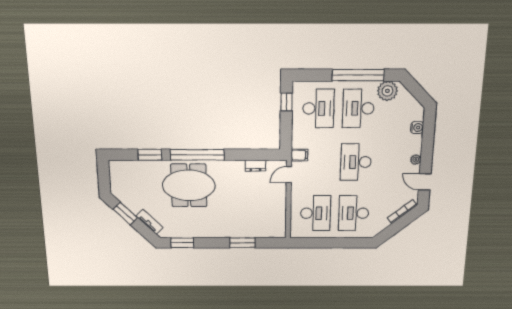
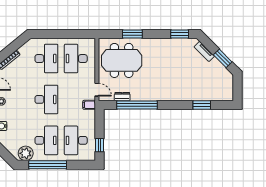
window: (197, 155) -> (137, 105), moved
door: (289, 175) -> (97, 90), hinge flipped
meeting table: (189, 185) -> (122, 60), moved

